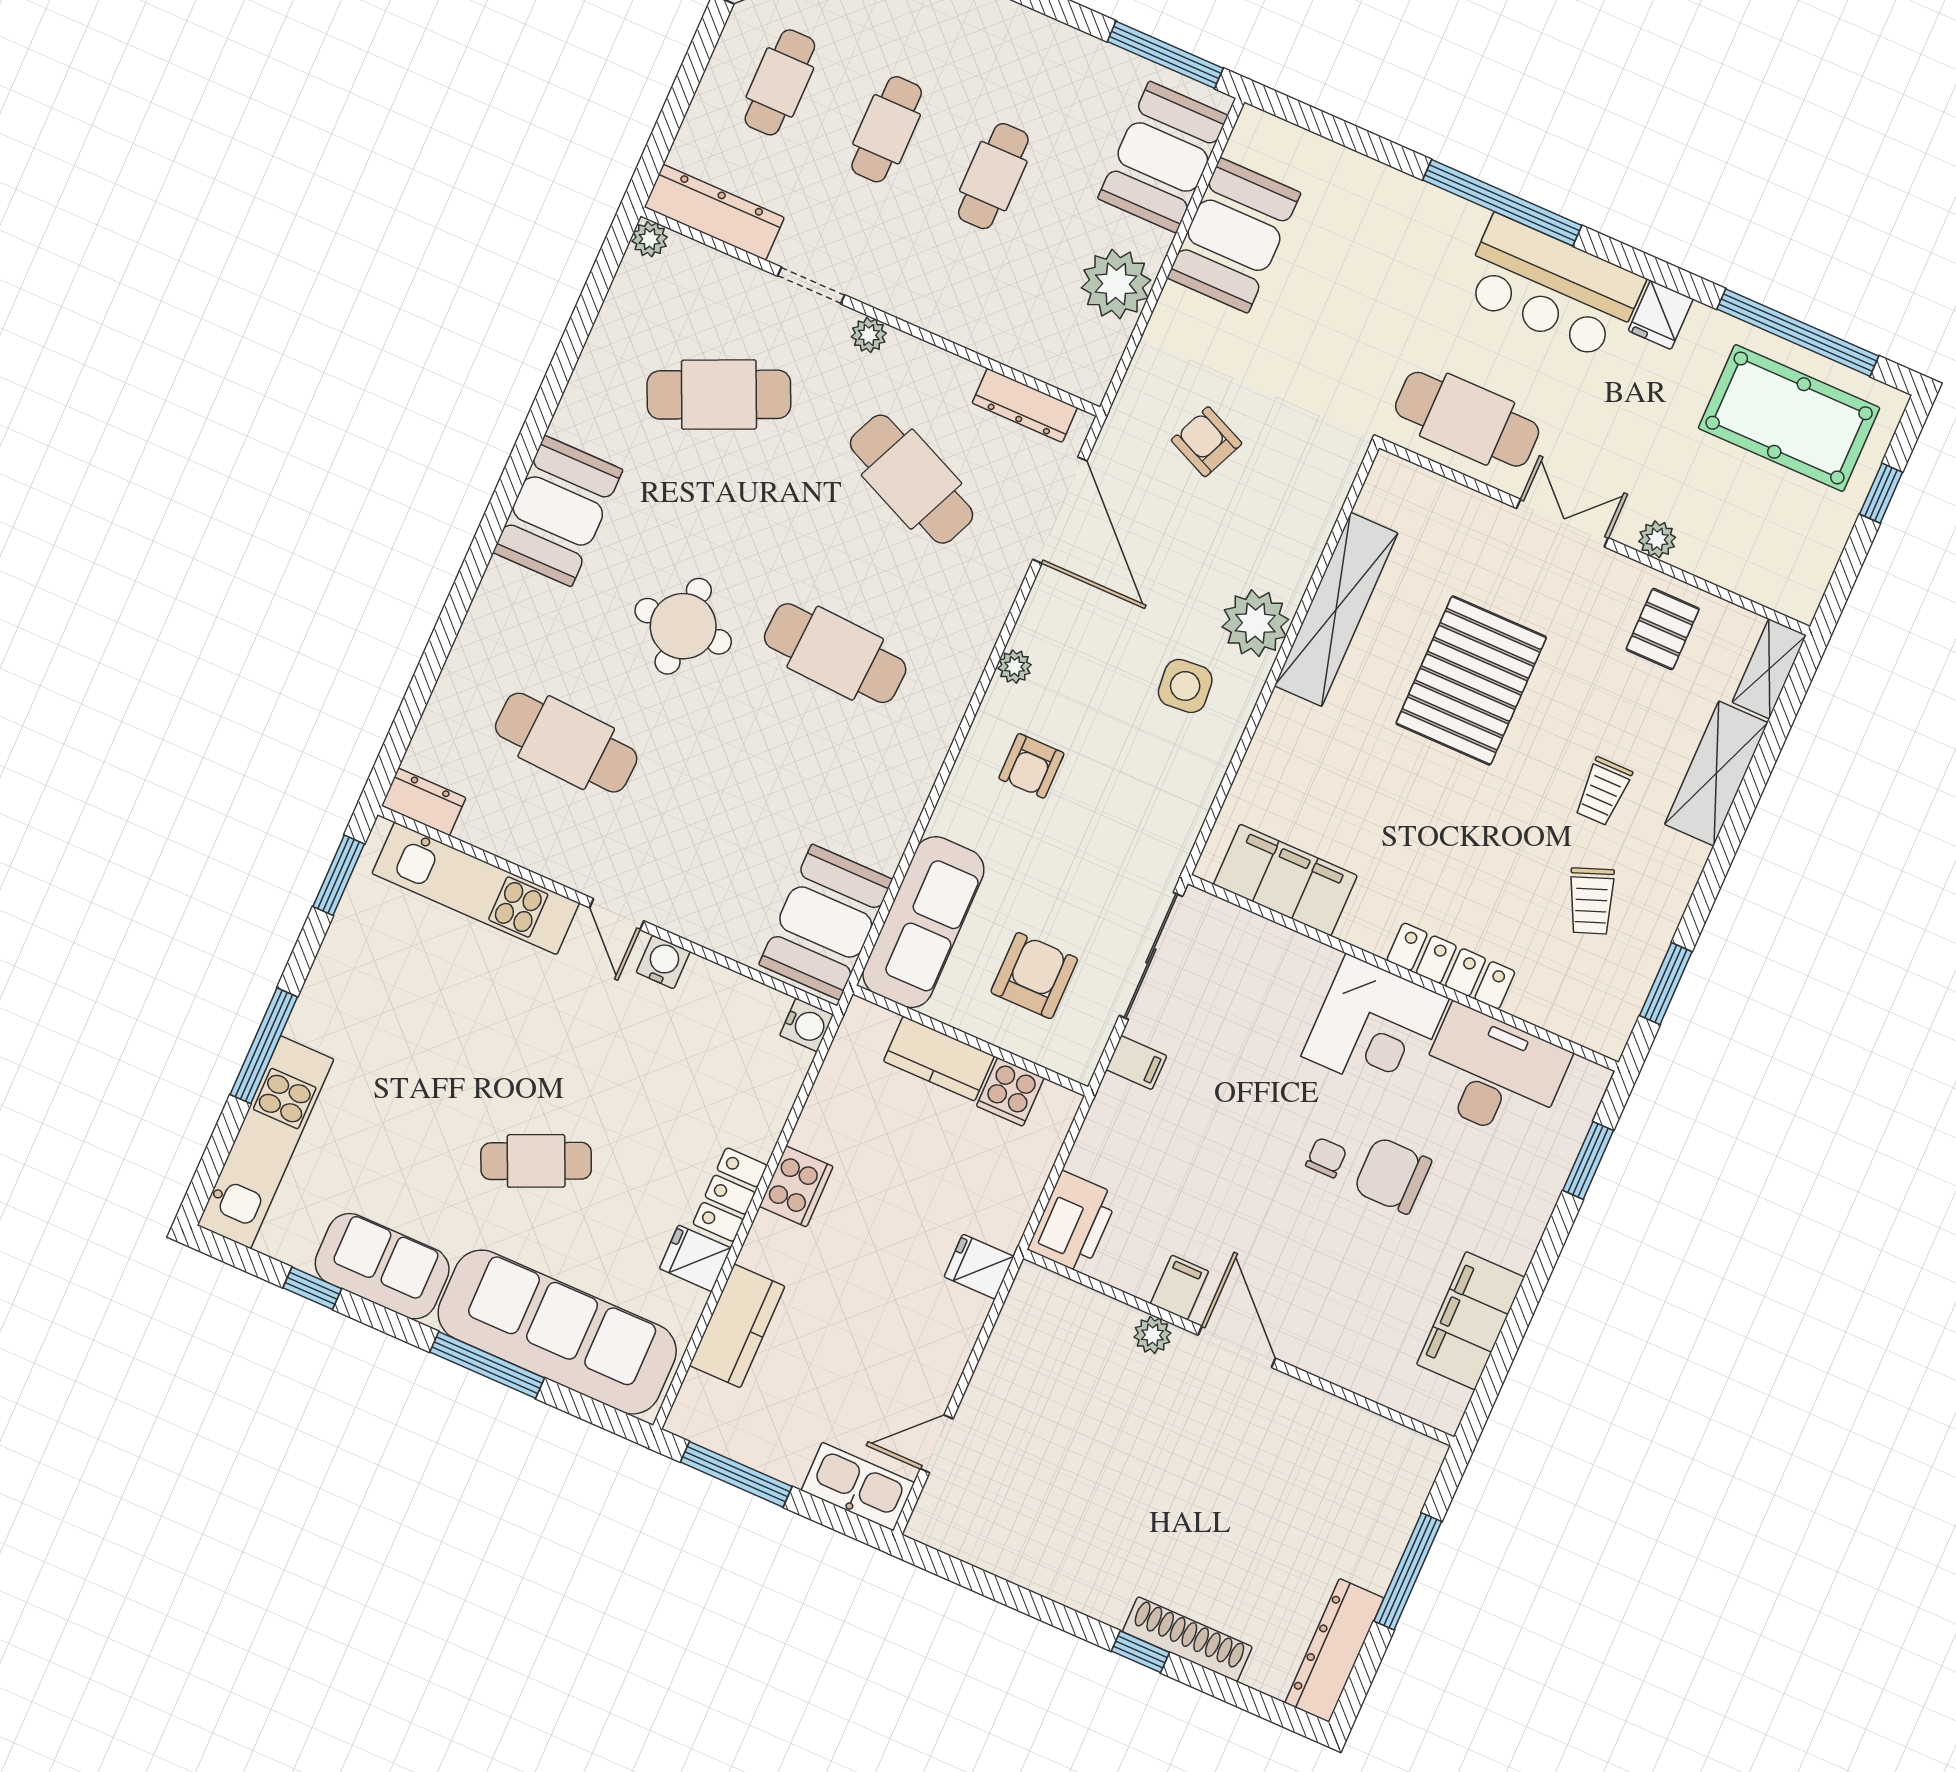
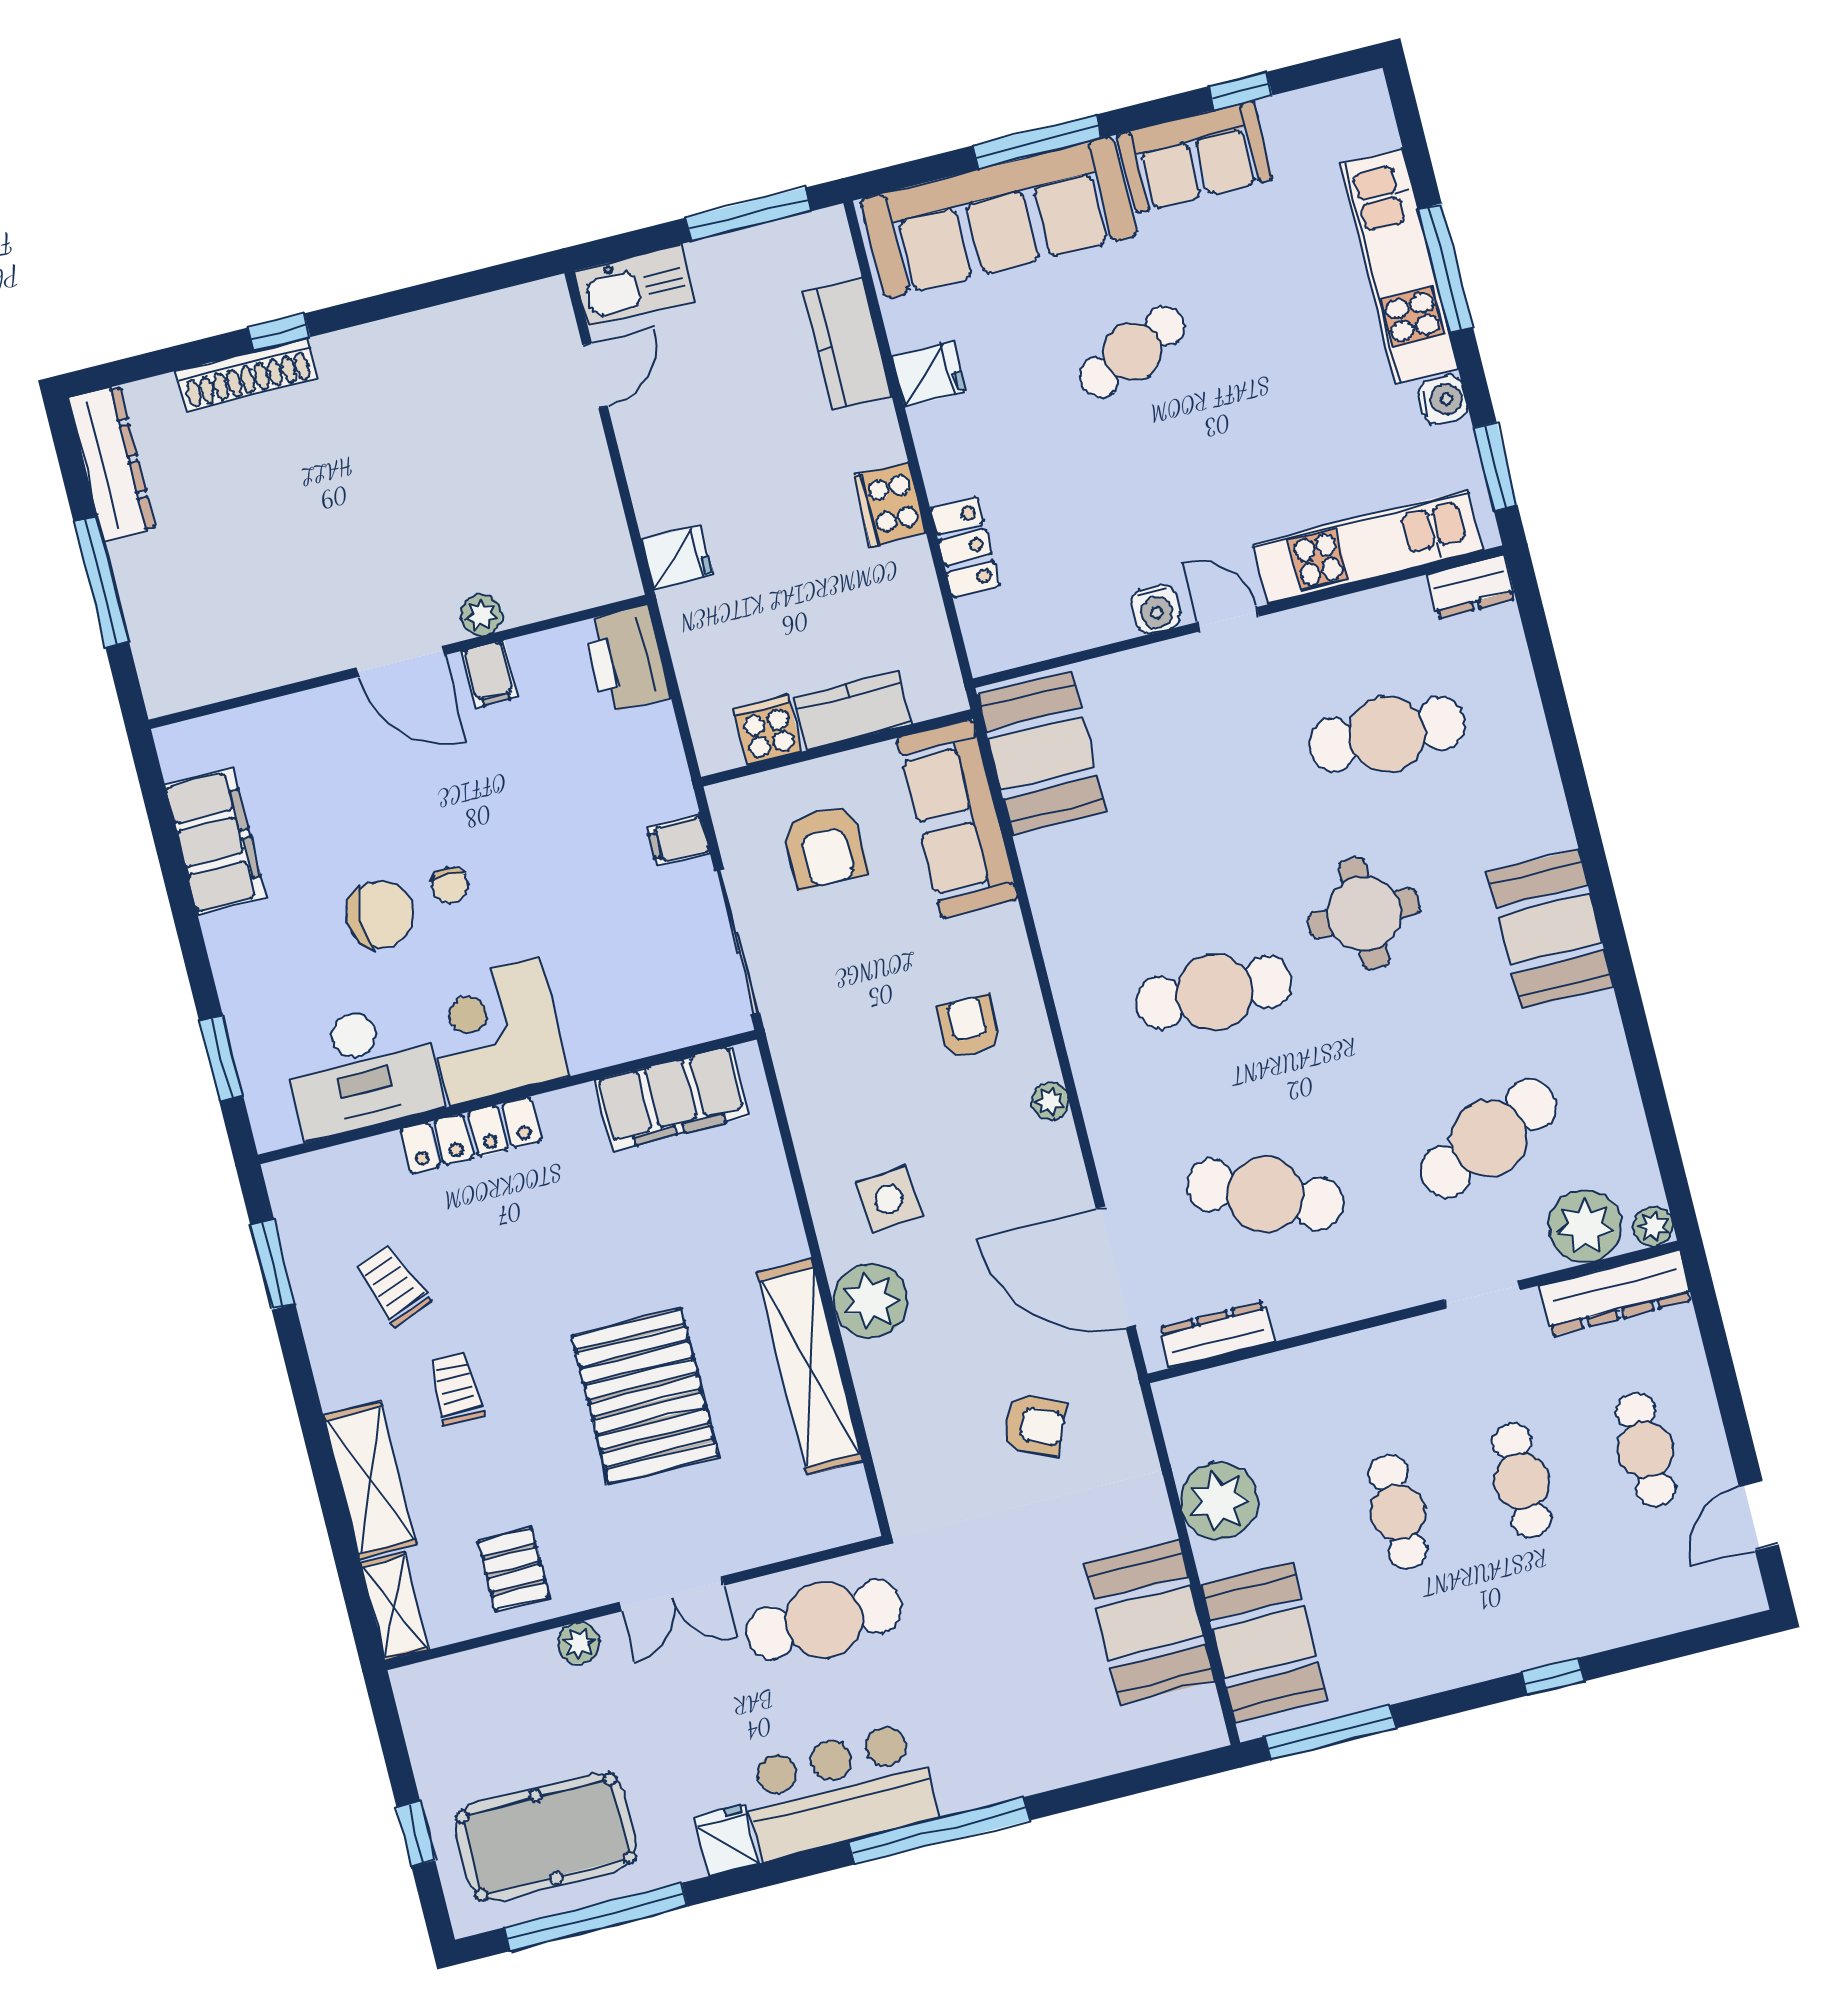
plant: (869, 335) -> (1585, 1226), moved, width x1.87, depth x1.87
water cooler: (807, 1025) -> (1443, 400), moved, turned 180
kitchen unit: (266, 1142) -> (1399, 266), moved
locker: (730, 1195) -> (965, 547), moved

